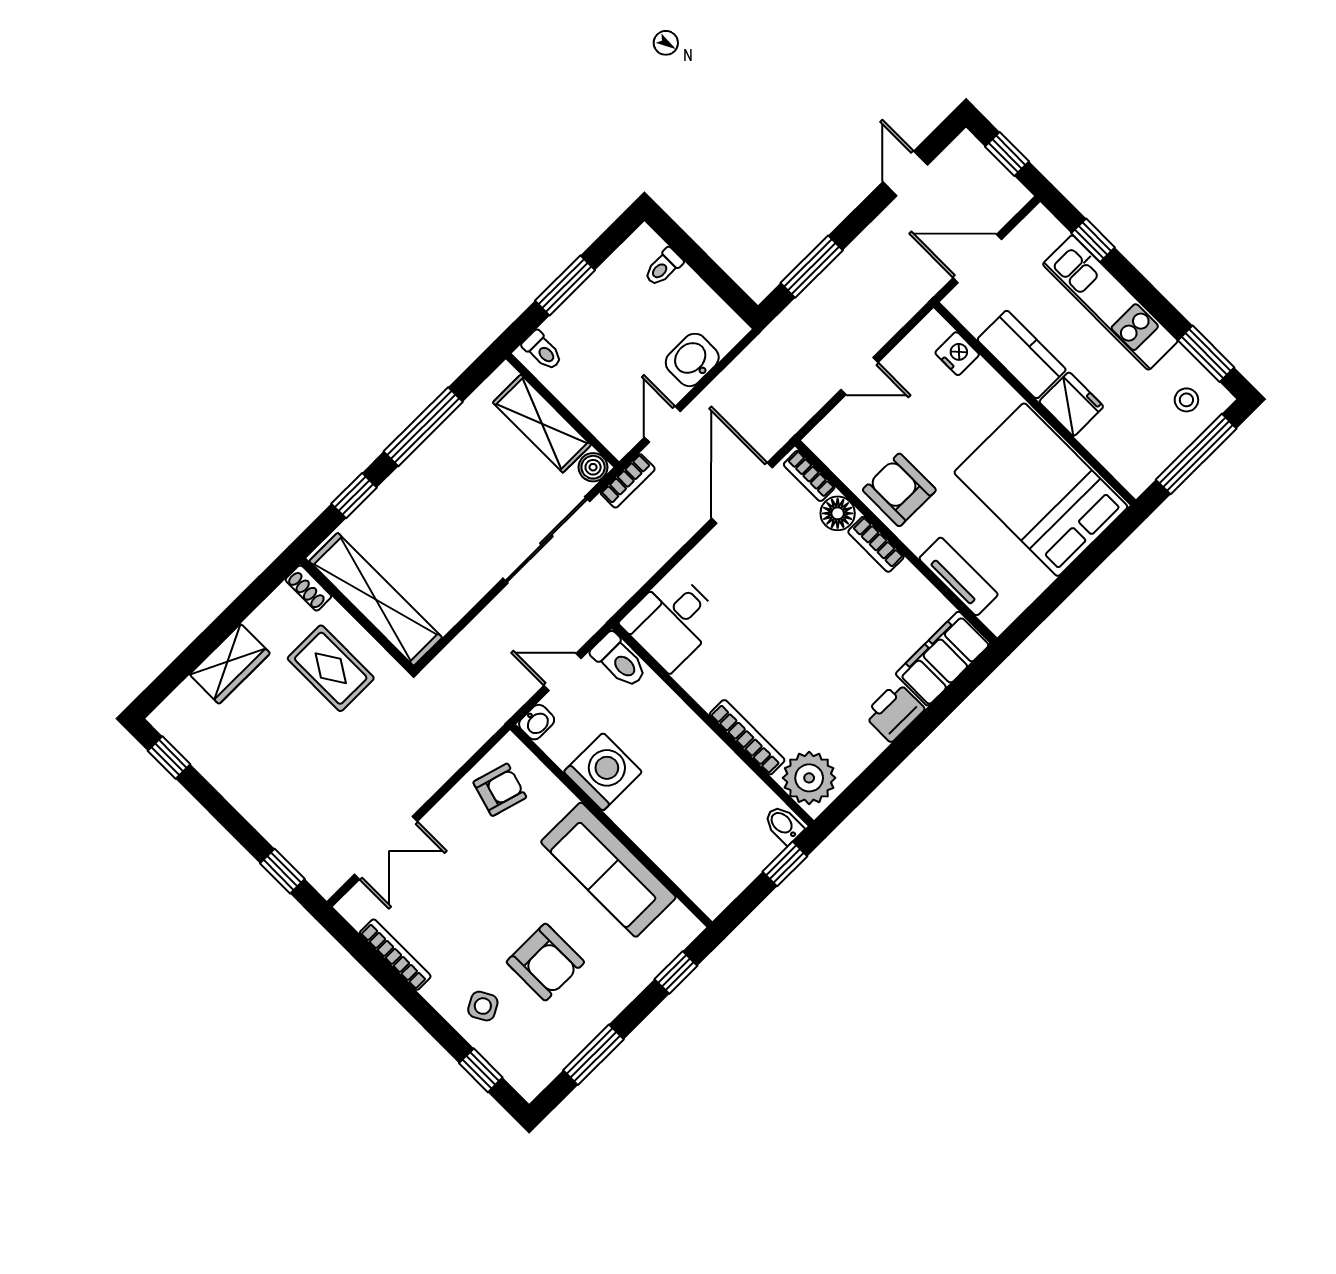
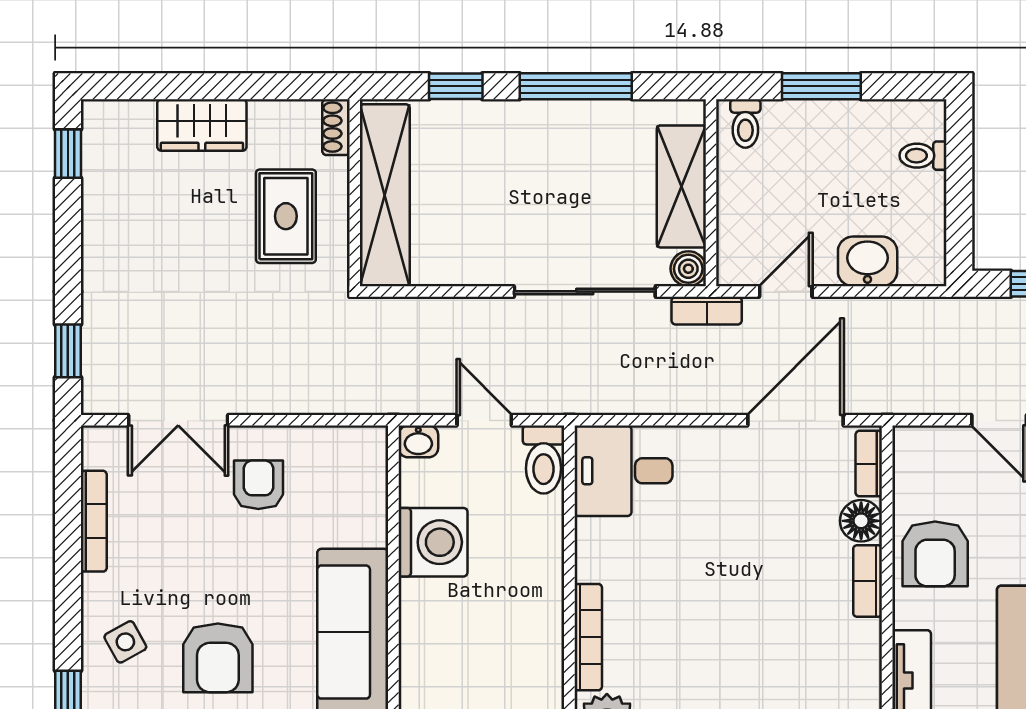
armchair: (899, 490) -> (935, 554), turned 180
armchair: (500, 790) -> (258, 485), moved, turned -106

